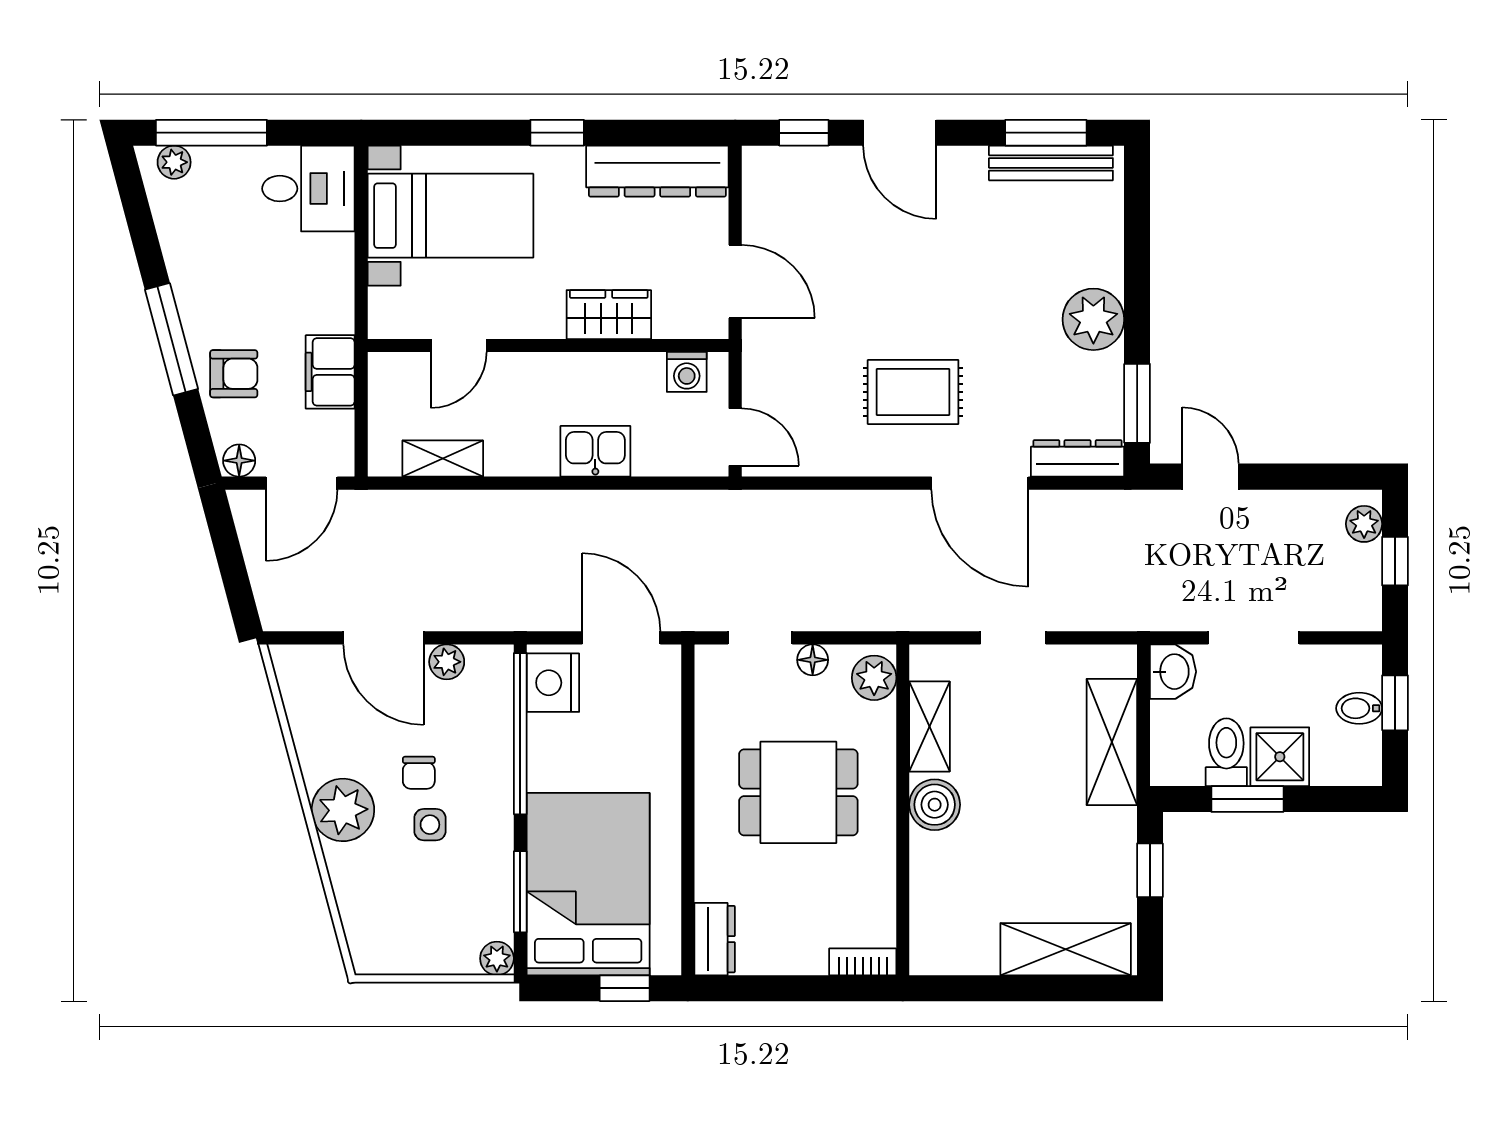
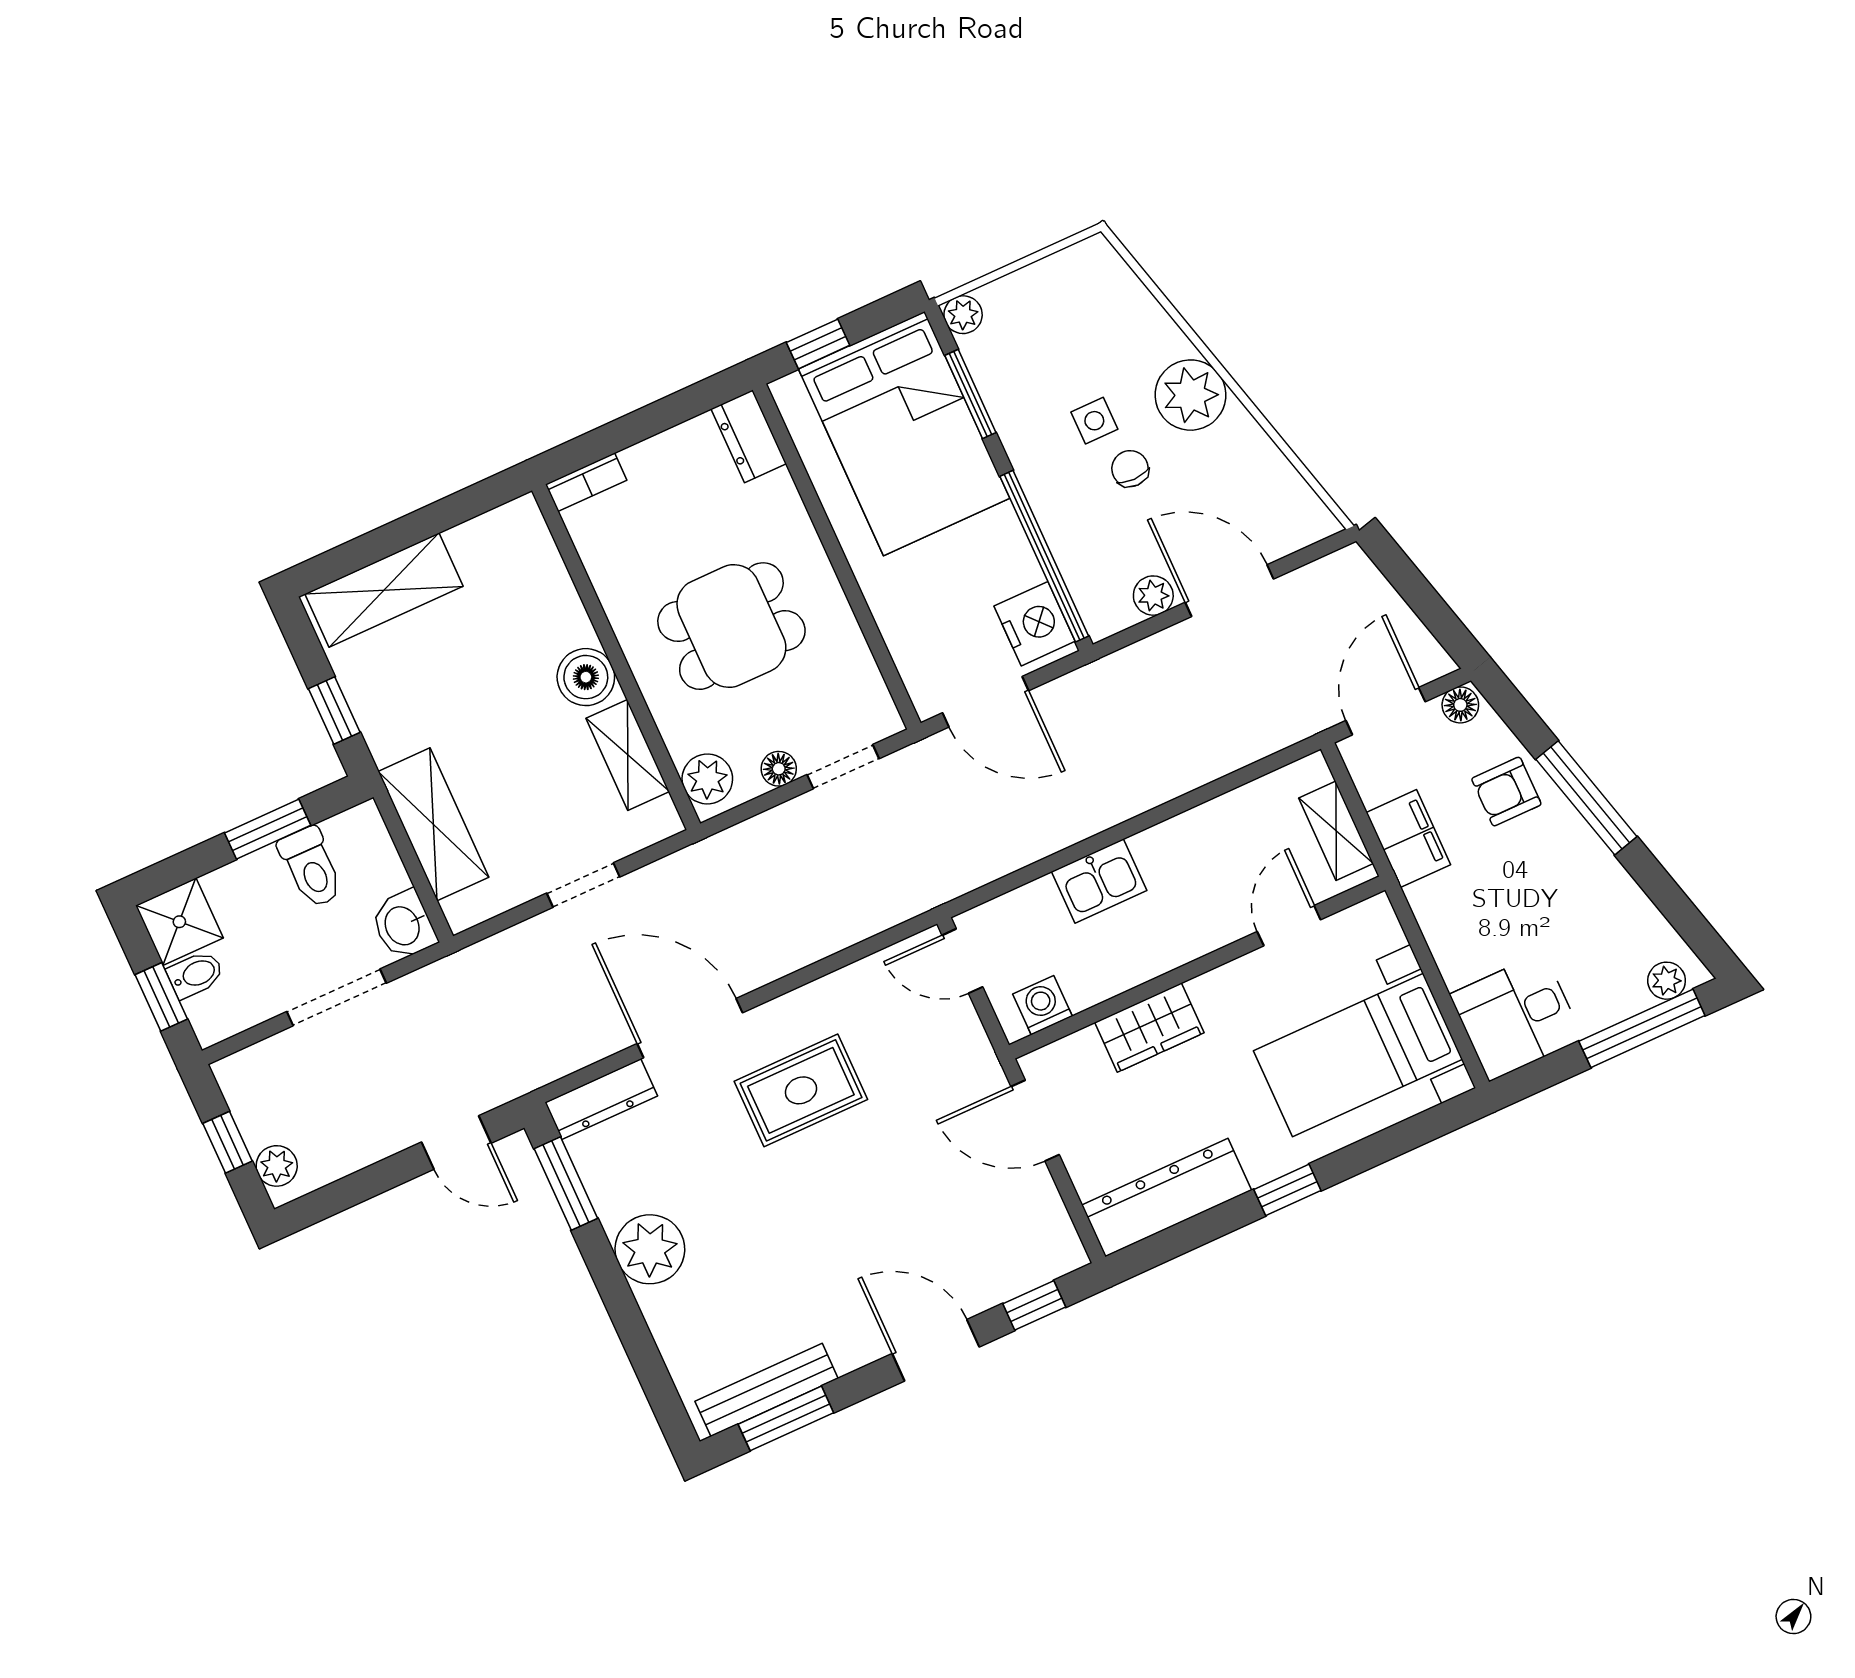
shelving: (443, 459) -> (1336, 831), moved, turned 90
shower: (1280, 757) -> (179, 922), moved

